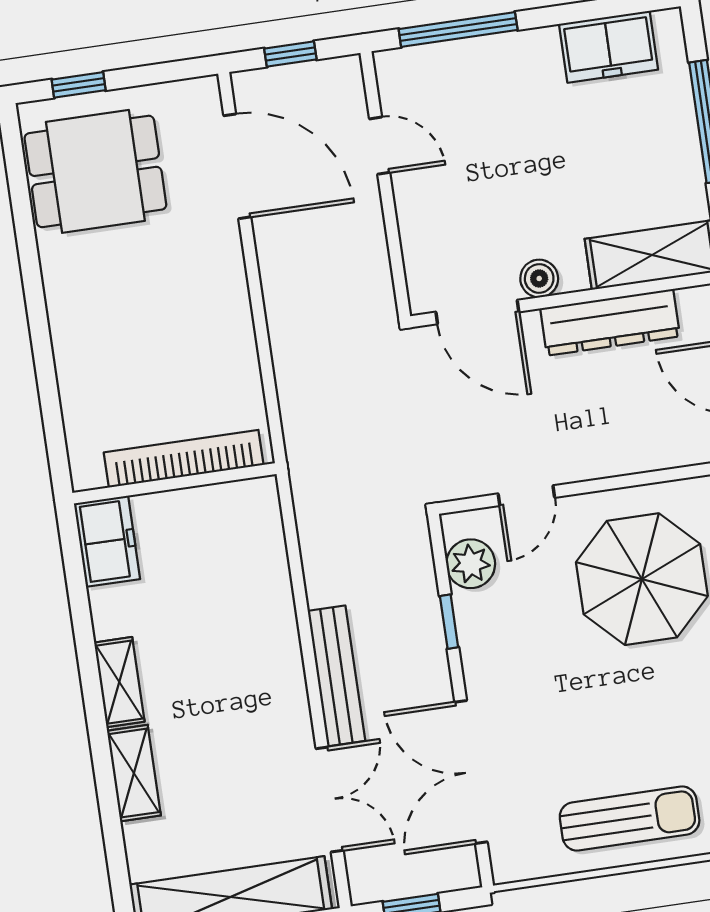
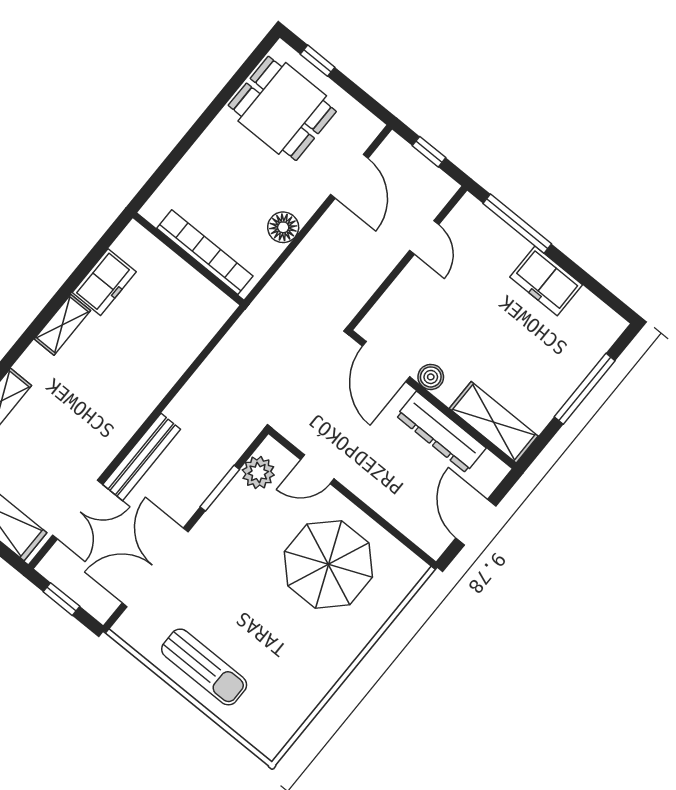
freezer: (608, 47) -> (546, 281), moved
door: (237, 166) -> (349, 176), width x0.73
floor lamp: (227, 290) -> (283, 227), added
bookcase: (184, 459) -> (205, 252), moved
wall: (174, 483) -> (188, 259), moved
window: (449, 622) -> (220, 488), width x1.50
shelving: (119, 682) -> (62, 325), moved

